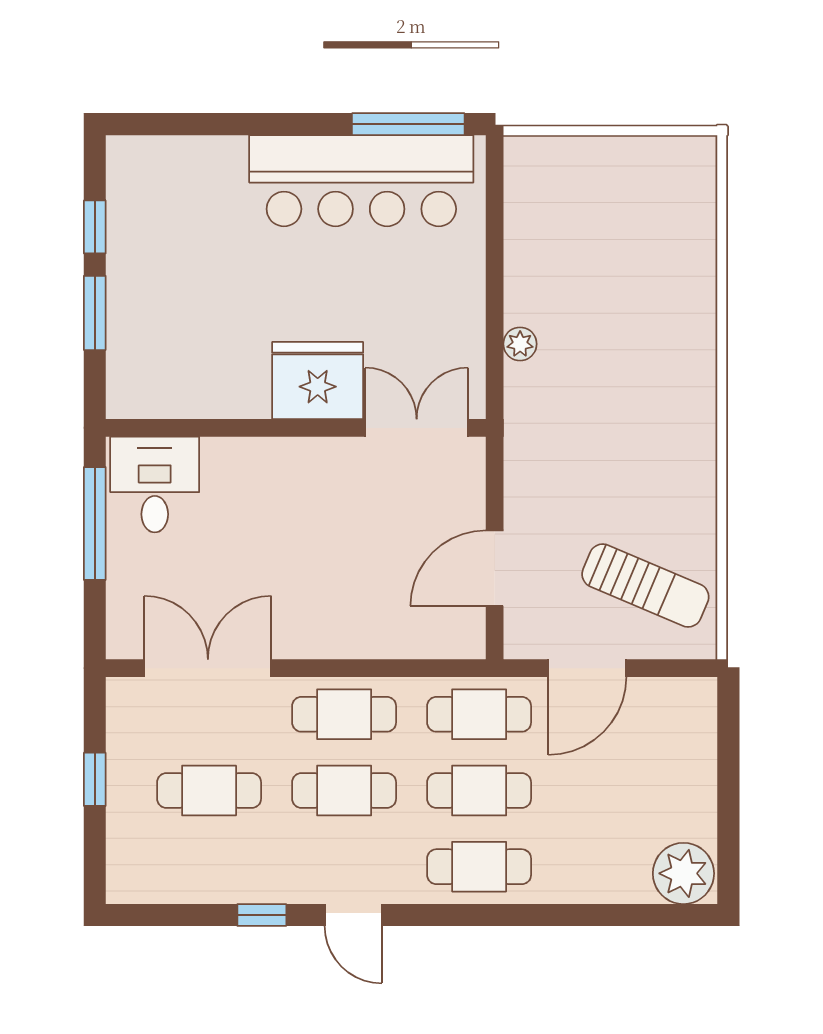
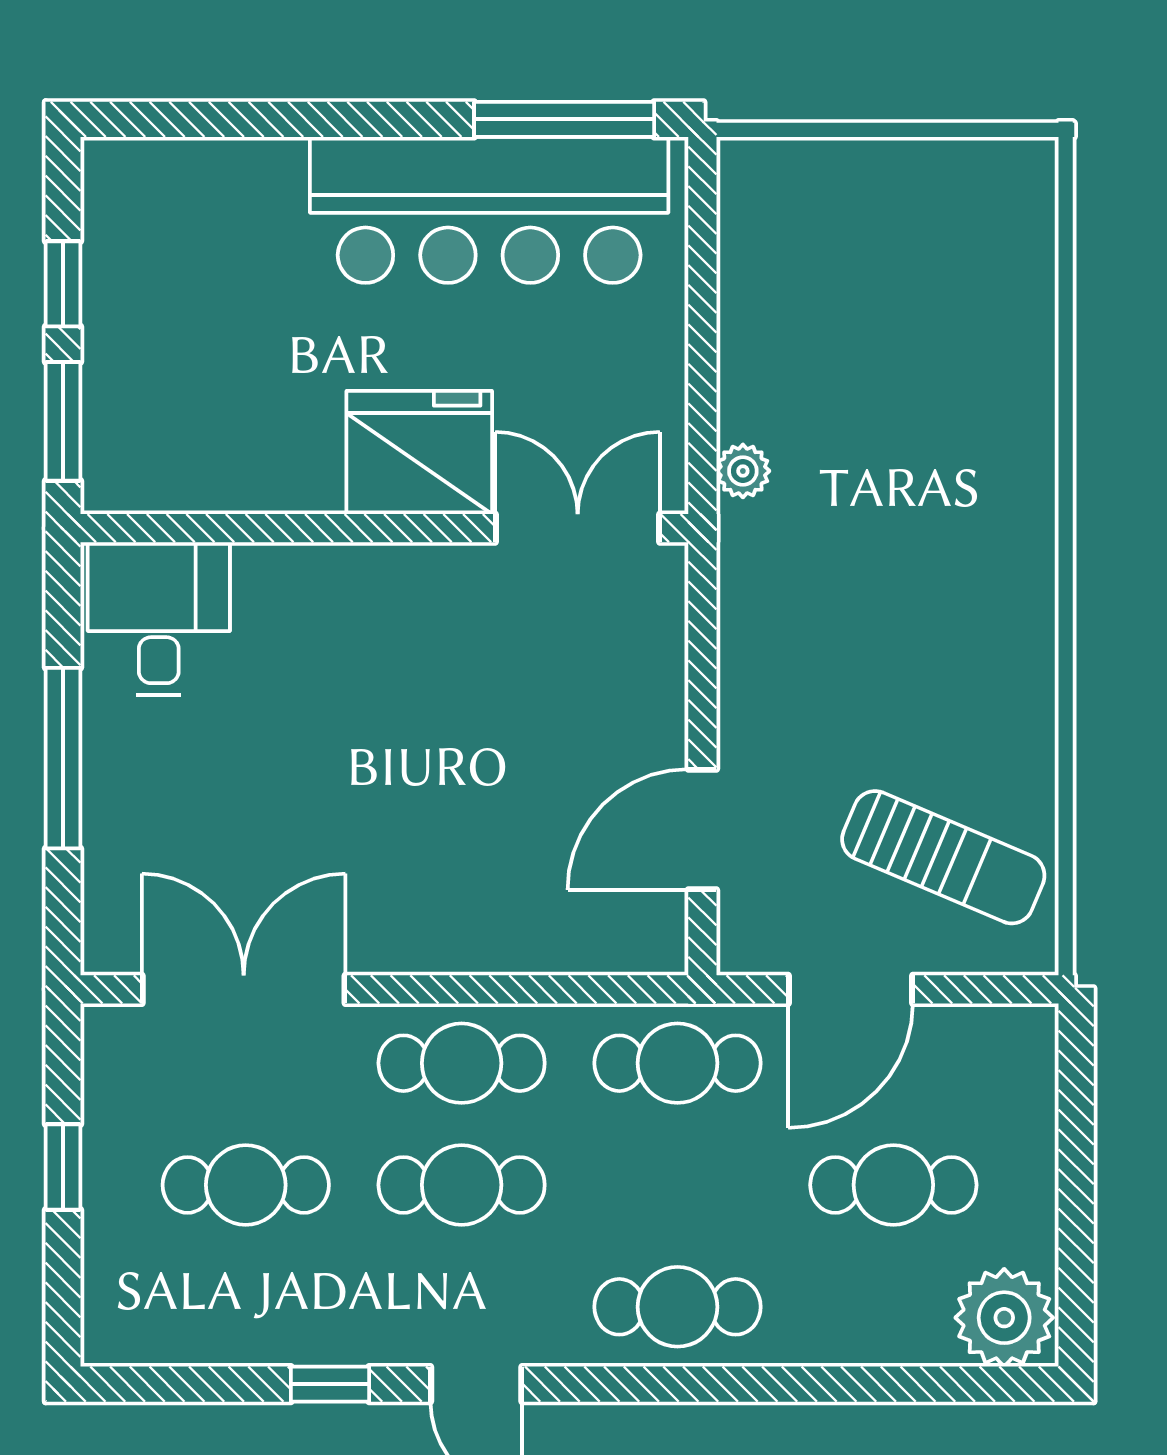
fridge: (318, 380) -> (419, 453), moved
wall: (296, 428) -> (384, 528), moved
double door: (417, 428) -> (578, 528), moved
desk: (155, 484) -> (159, 619), moved
cafe table: (479, 790) -> (893, 1185), moved

